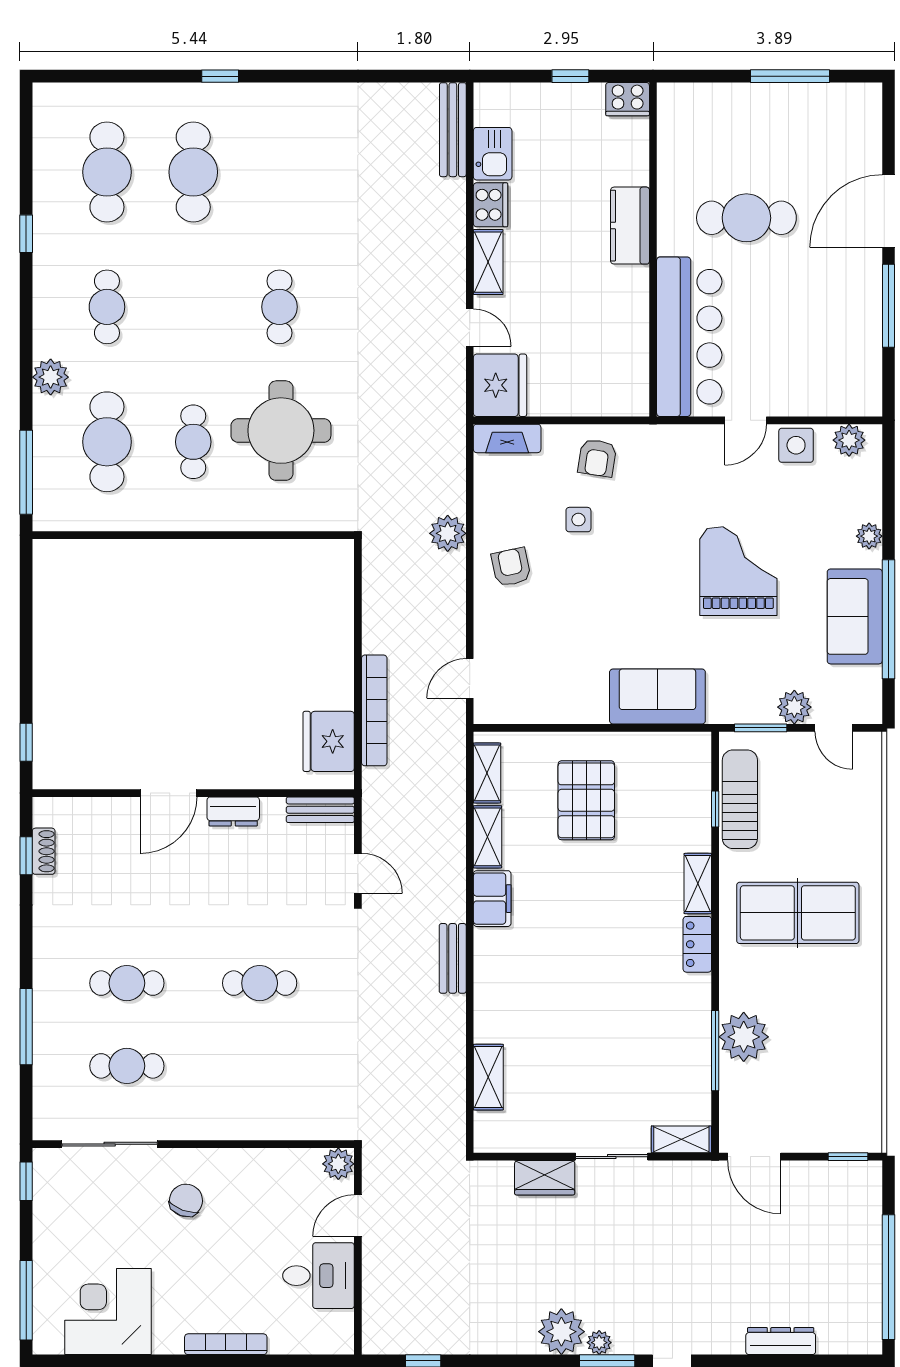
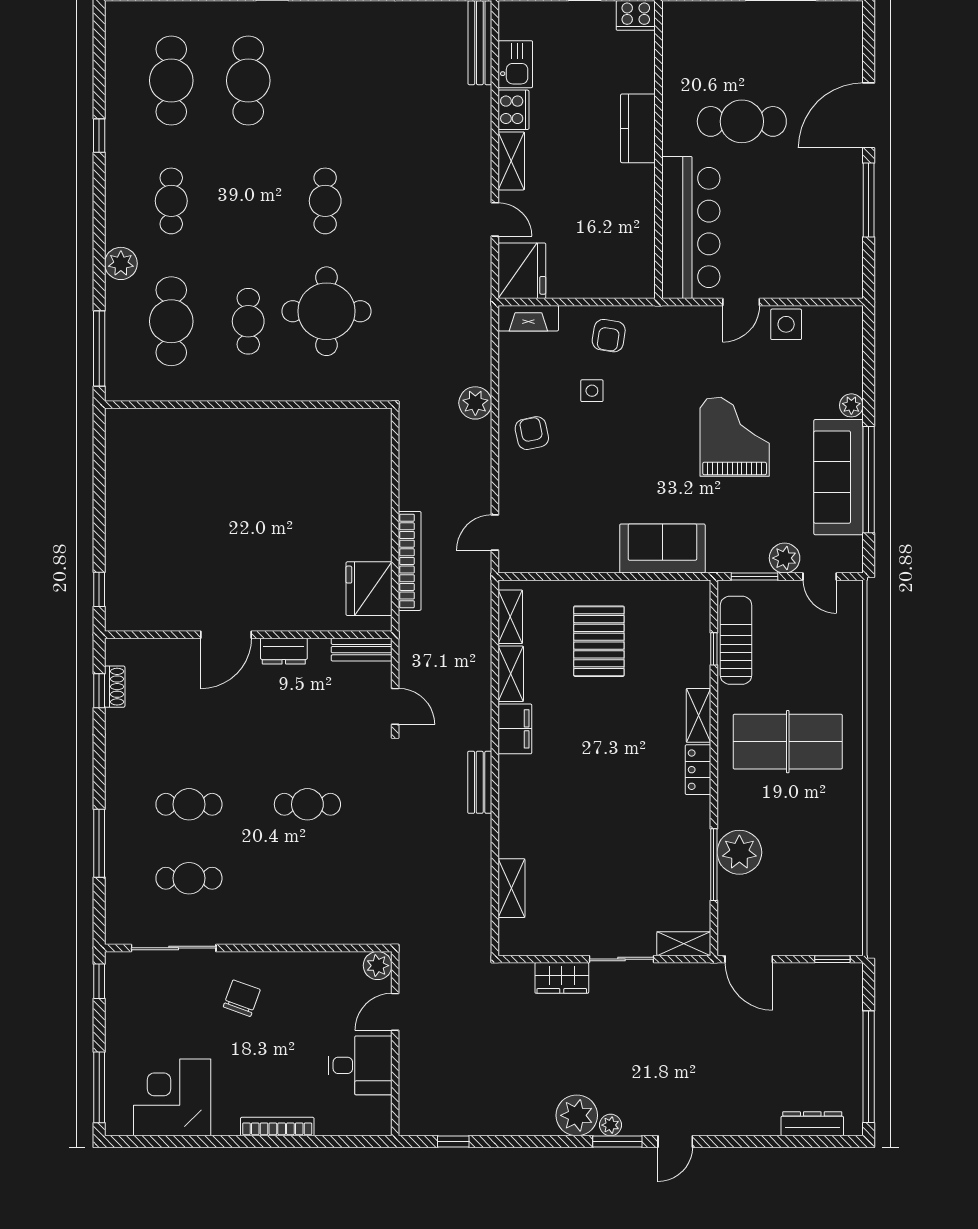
plant: (849, 440) -> (833, 320), removed
sofa: (855, 616) -> (839, 477), width x1.36
dresser: (781, 1341) -> (812, 1124), moved

